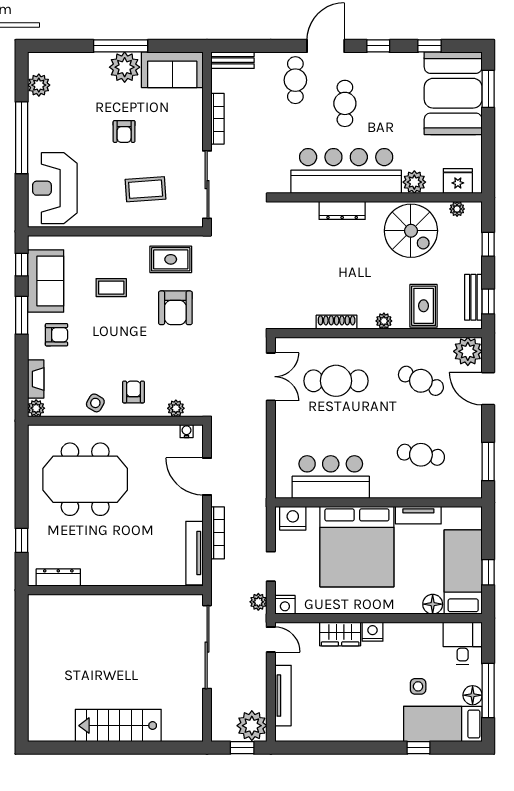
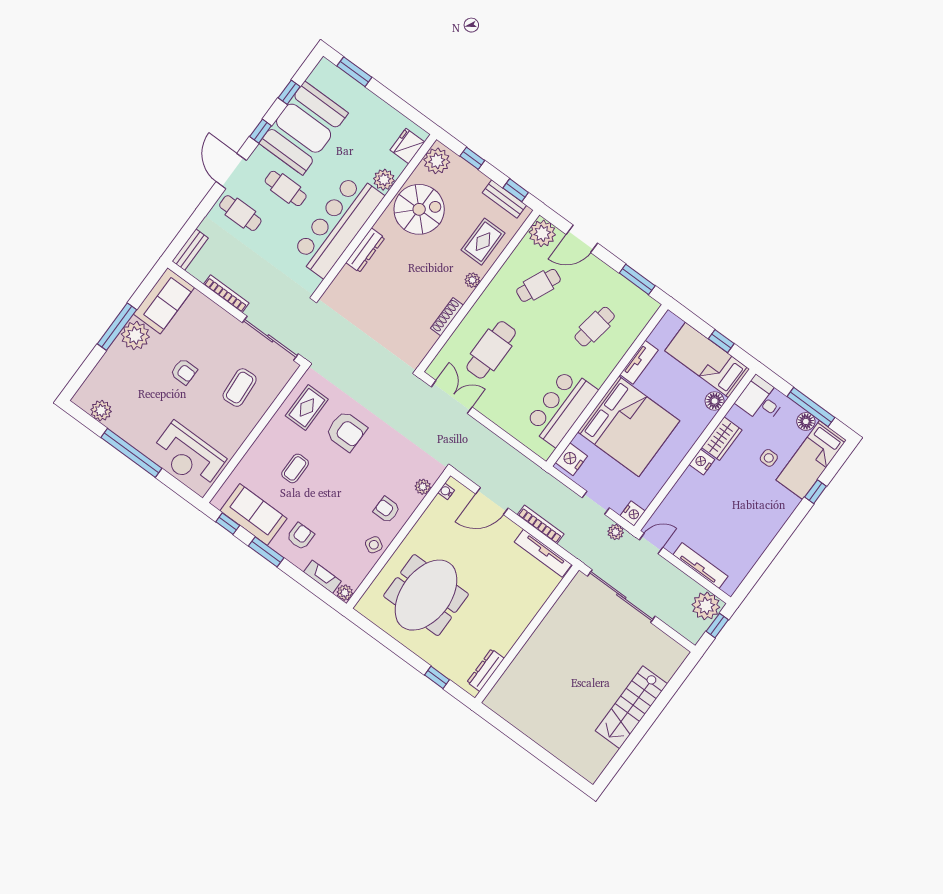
booth: (453, 93) -> (304, 128), moved, turned 90
plant: (457, 209) -> (437, 161), width x1.87, depth x1.87
rug: (424, 306) -> (483, 242), turned 90
wardrobe: (340, 634) -> (722, 439), moved

